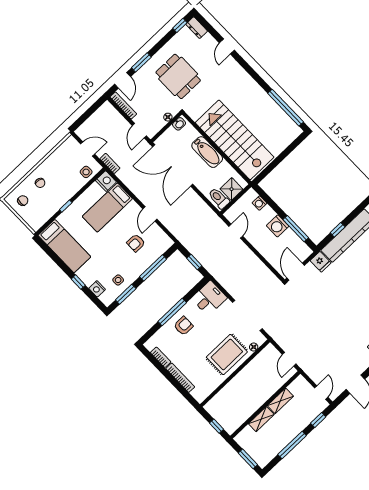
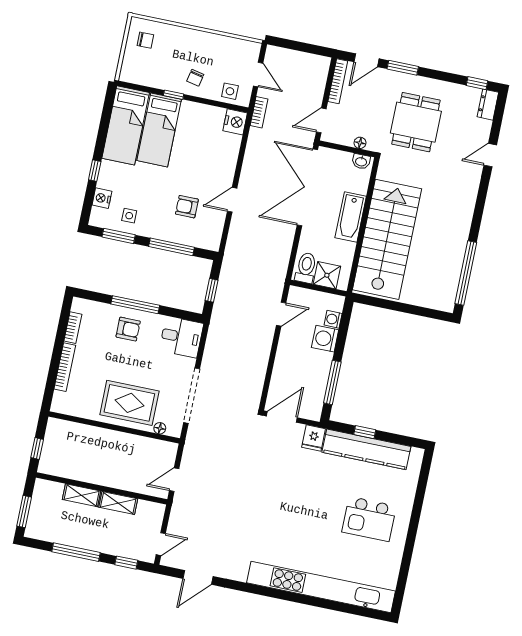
chair: (40, 183) -> (195, 78), moved
bed: (107, 208) -> (159, 130), moved, turned -90
washing machine: (278, 226) -> (325, 339), moved

